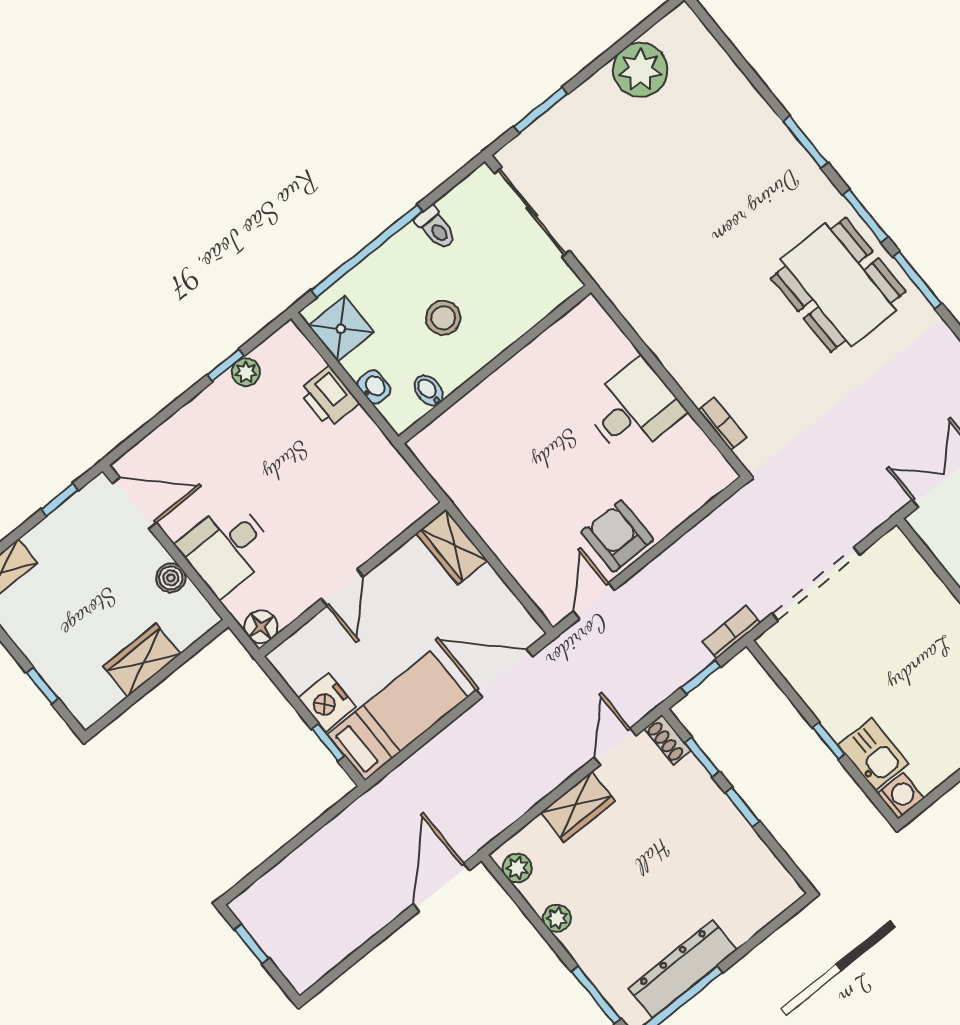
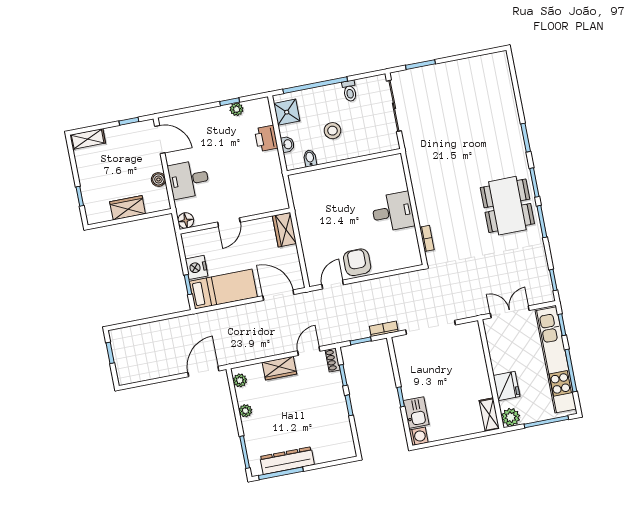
plant: (640, 70) -> (472, 70), removed

